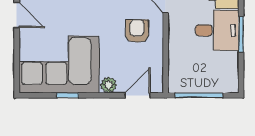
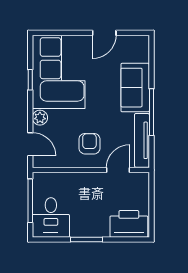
desk: (217, 30) -> (51, 217), moved
armchair: (137, 31) -> (89, 144), turned -90

